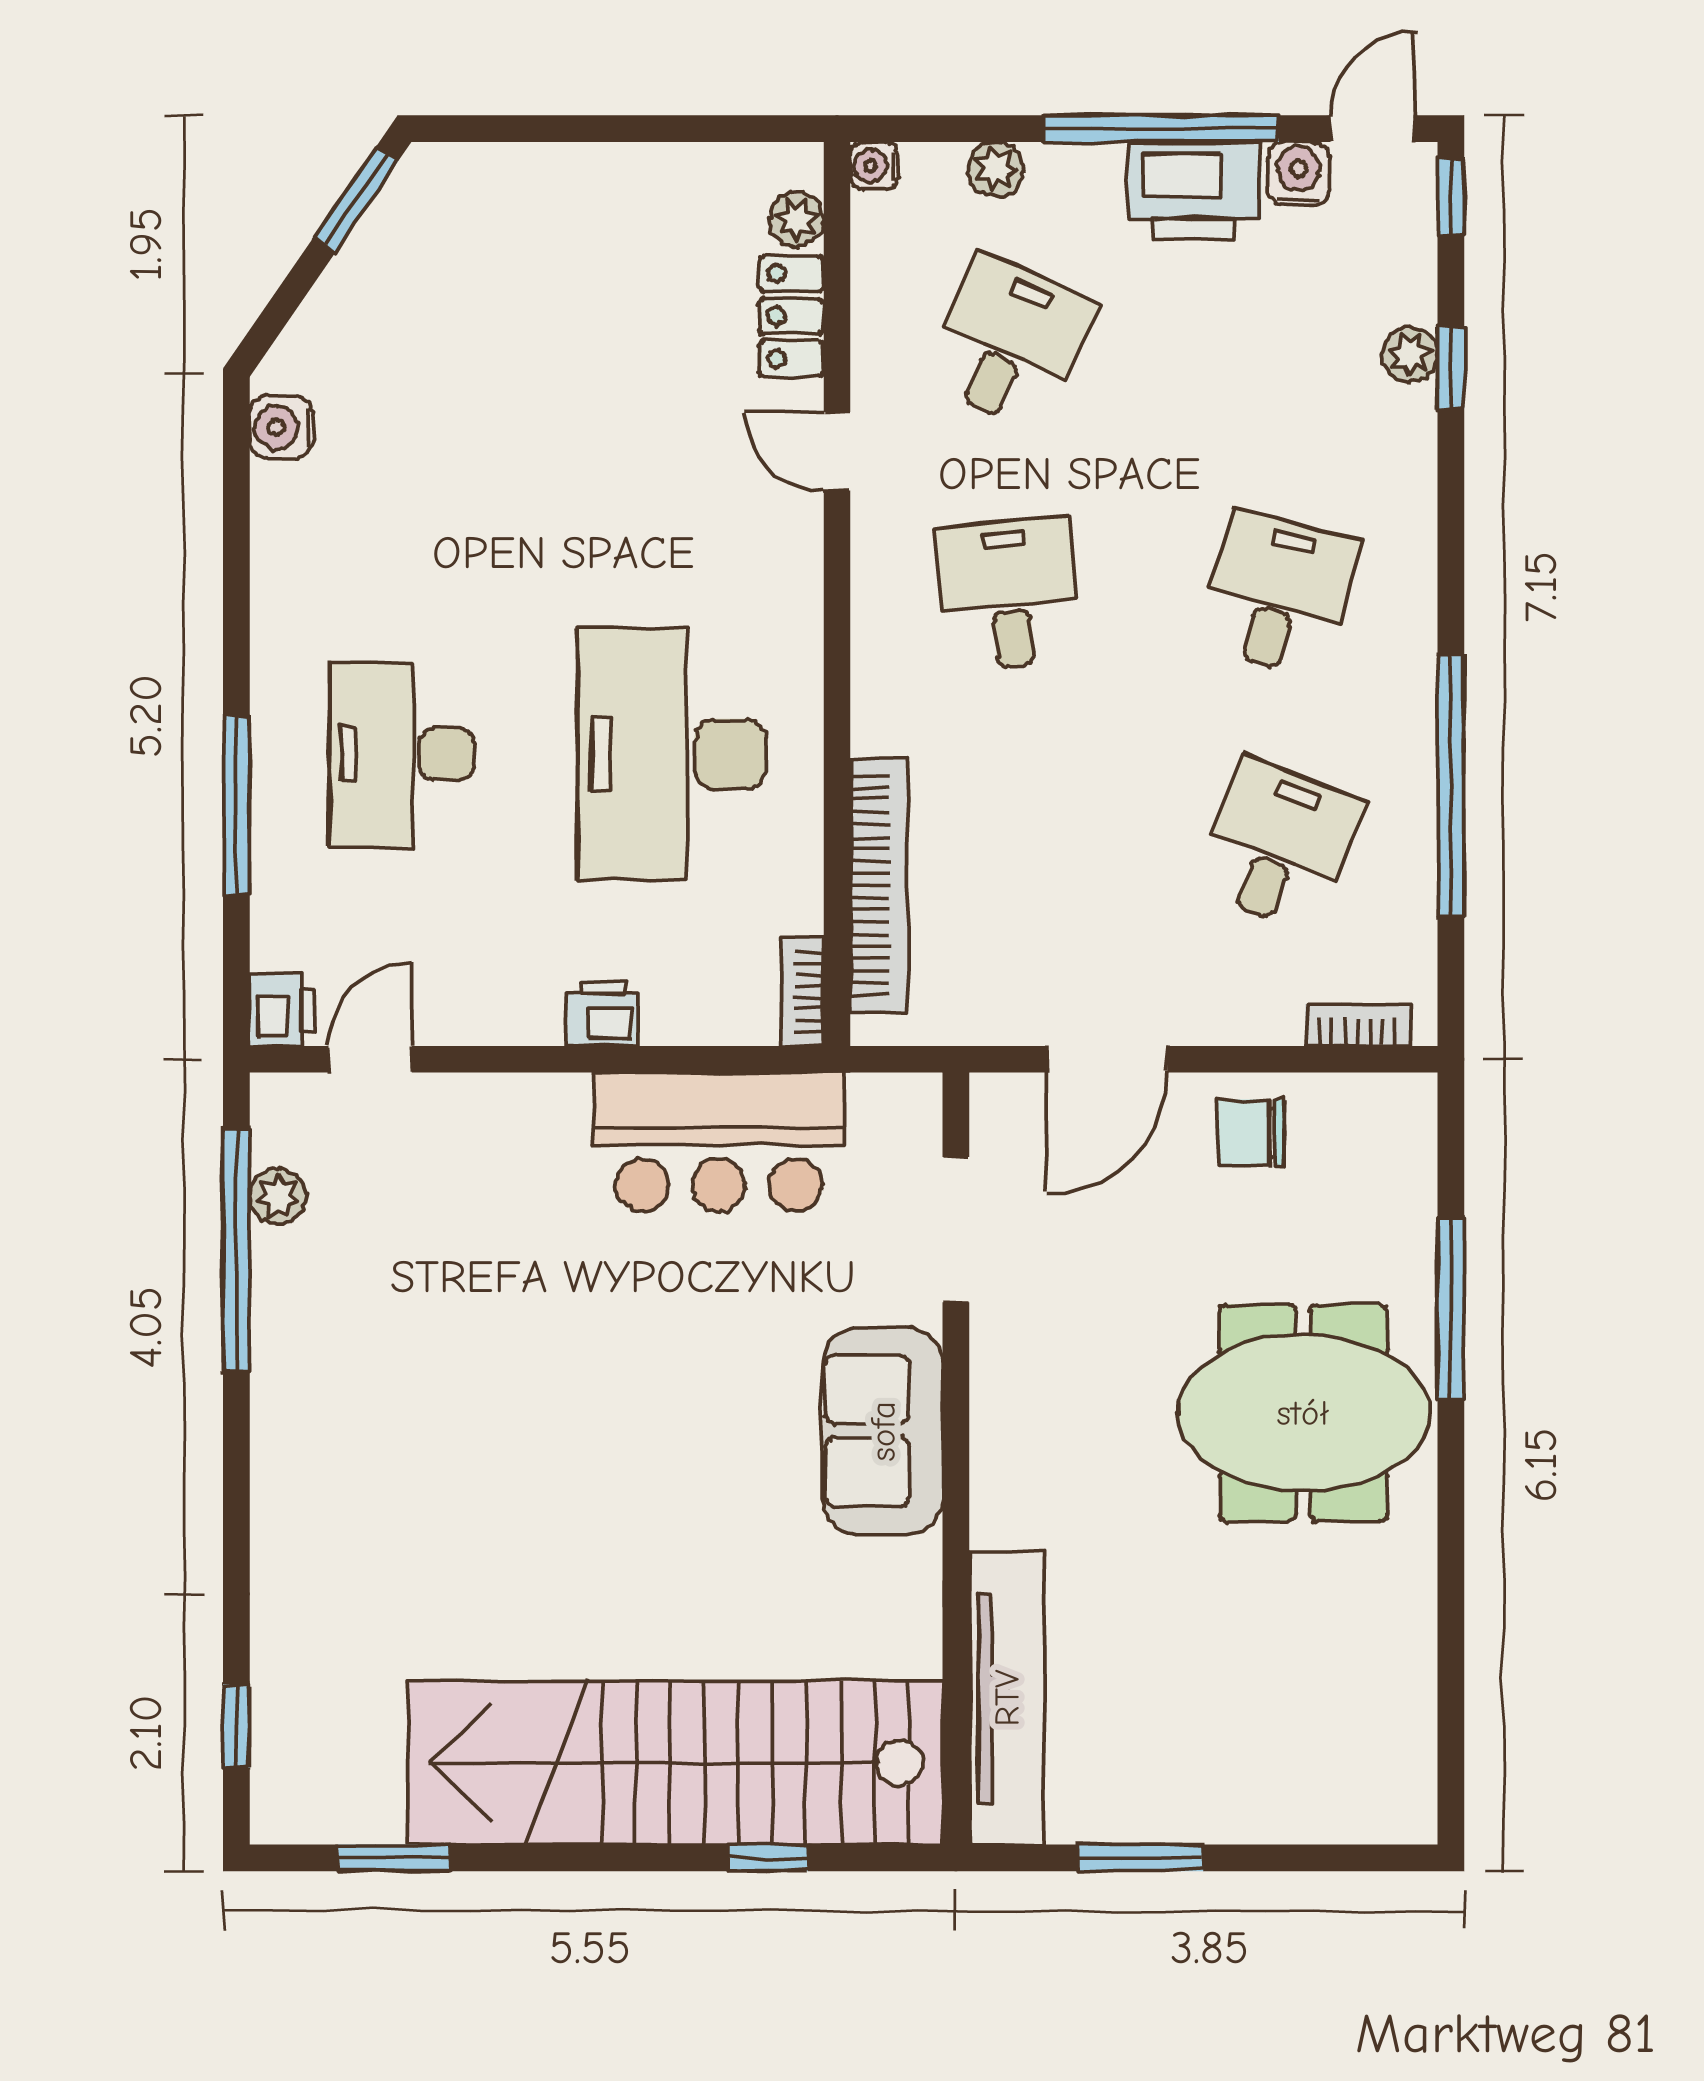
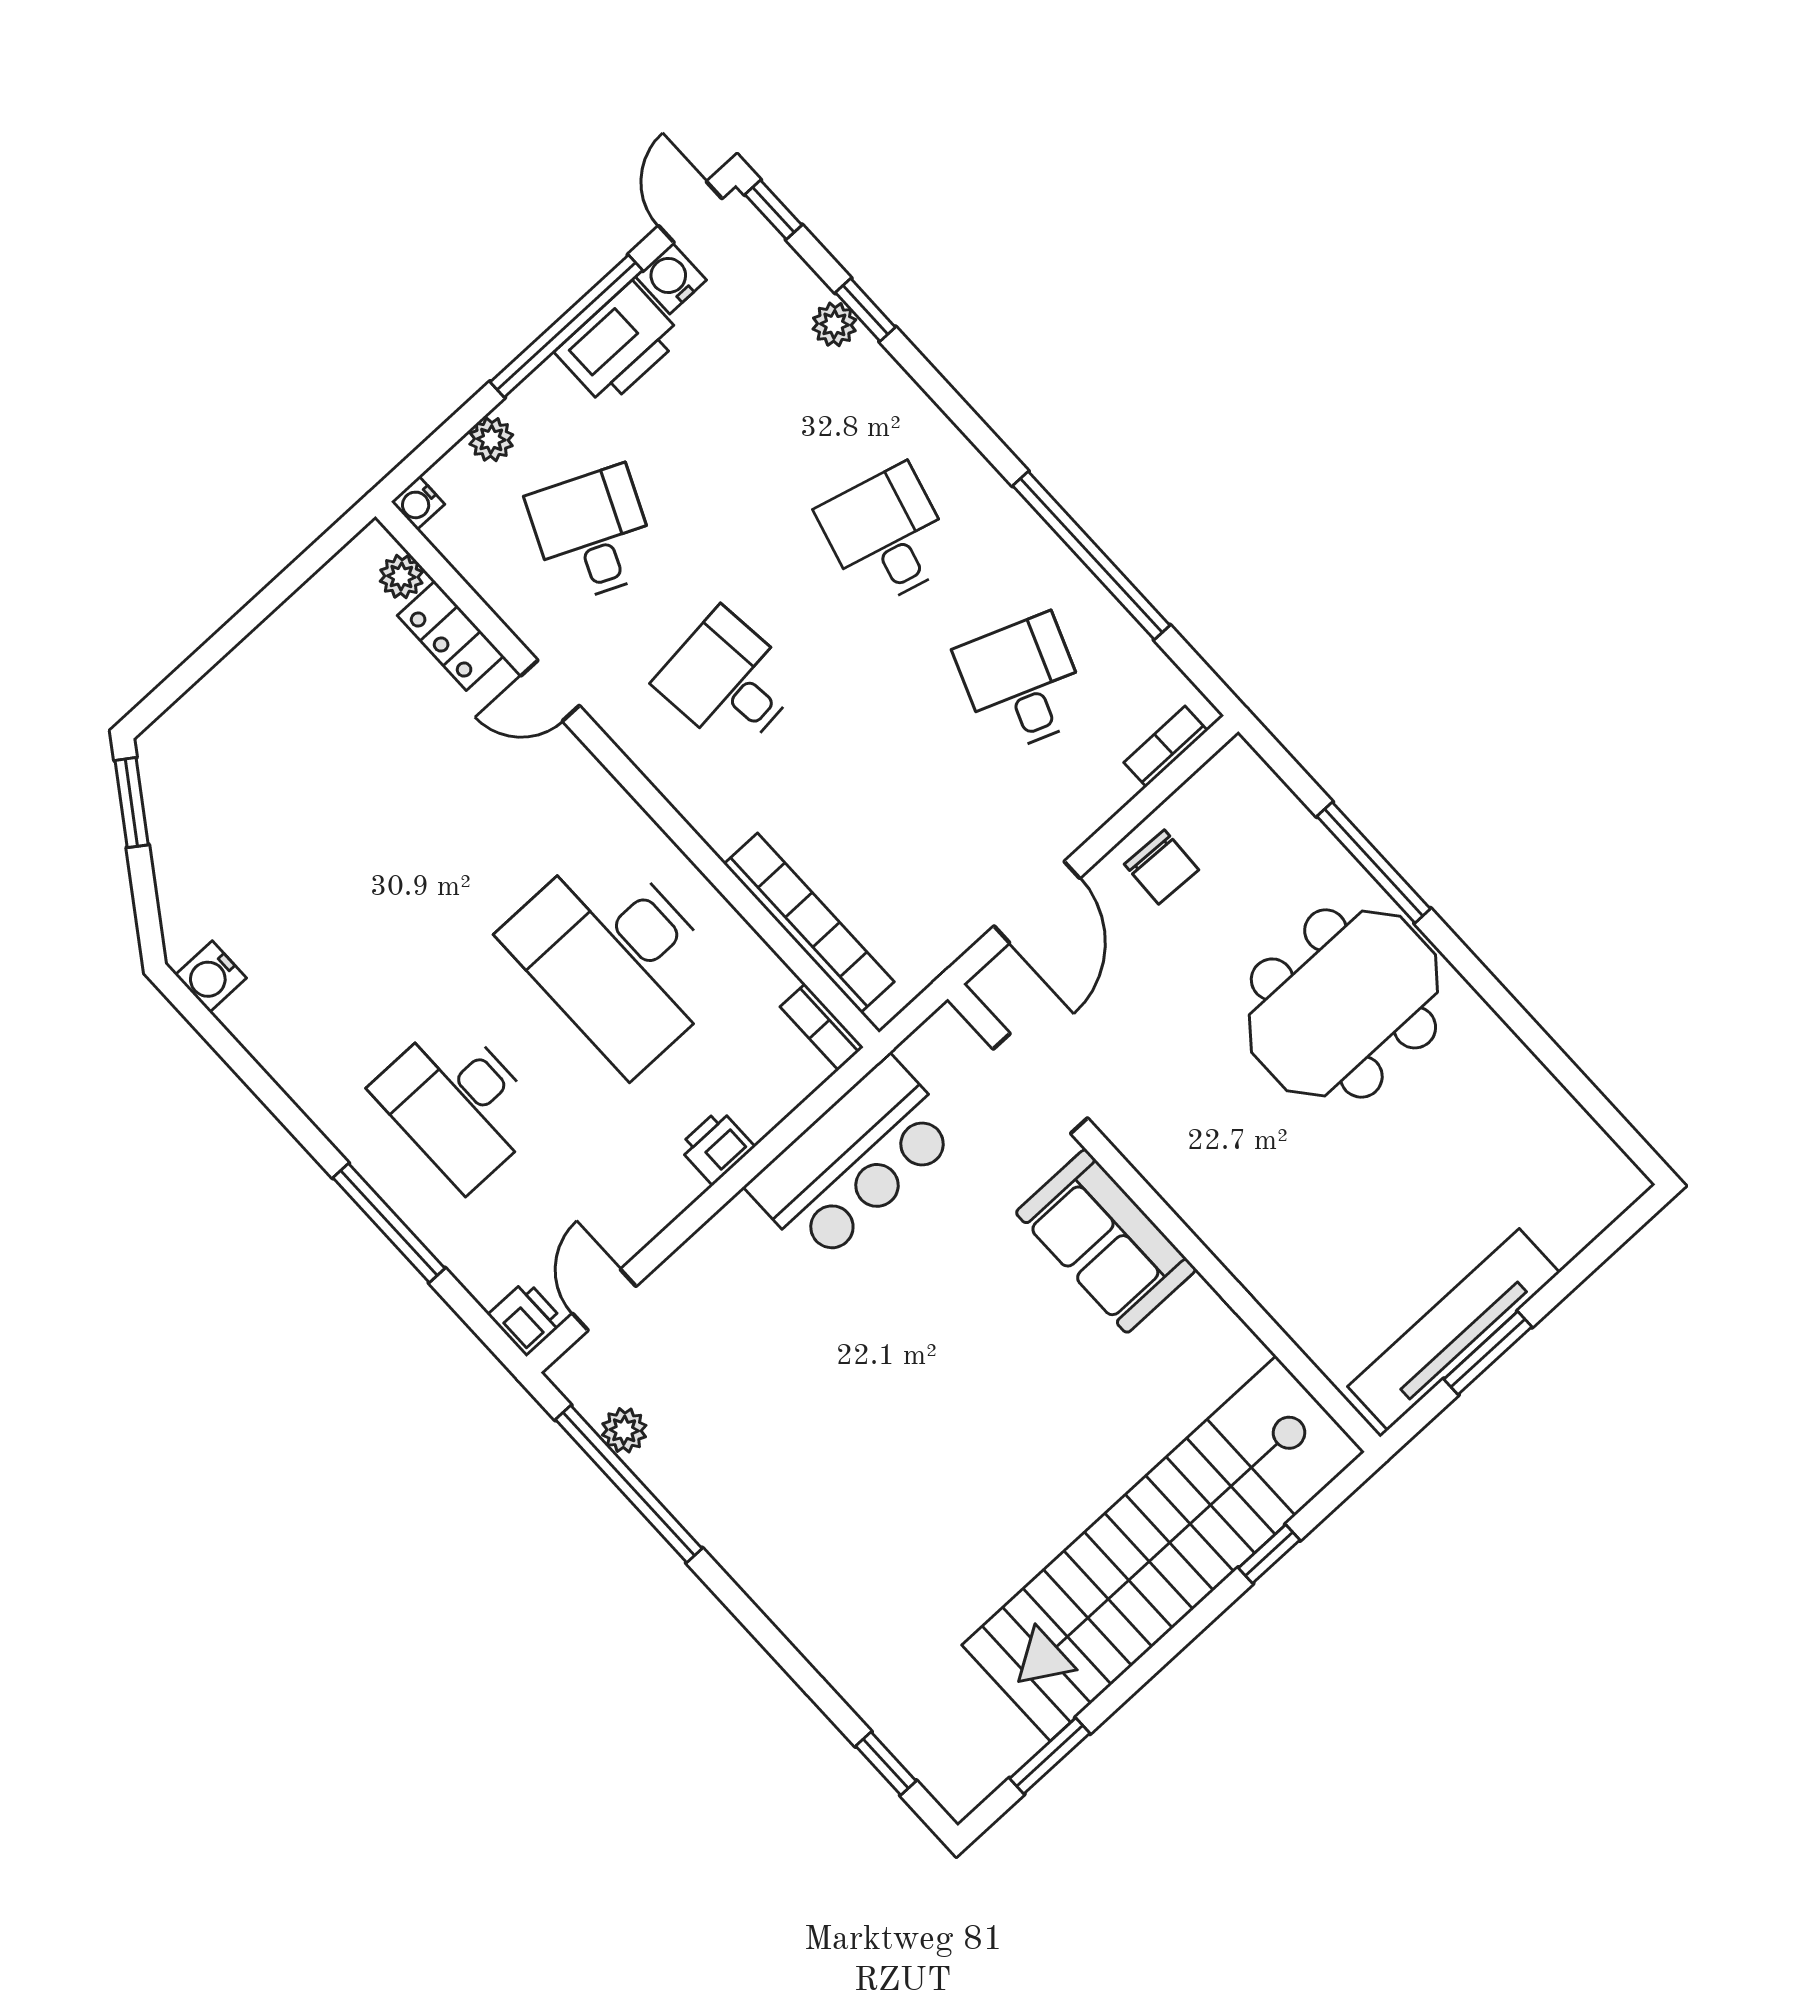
chair: (1251, 1133) -> (1161, 867), turned -88
tv unit: (1007, 1698) -> (1454, 1330), moved, turned -90

